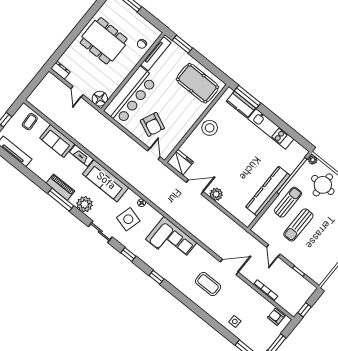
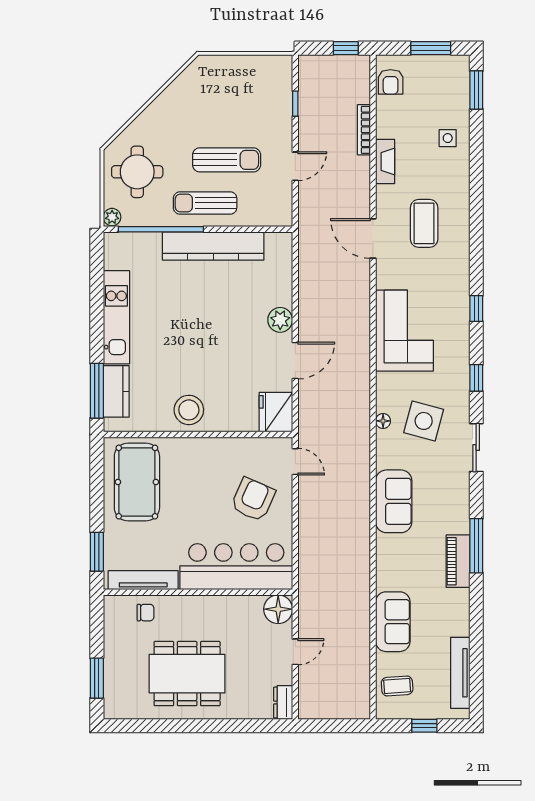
dining table: (104, 41) -> (187, 674), turned 90
door: (154, 154) -> (295, 462), swing flipped
fireplace: (82, 155) -> (385, 161), moved
sofa: (106, 181) -> (394, 501), width x0.73
door: (195, 187) -> (295, 361), swing flipped
plant: (85, 204) -> (454, 504), removed
door: (229, 267) -> (373, 238), moved

